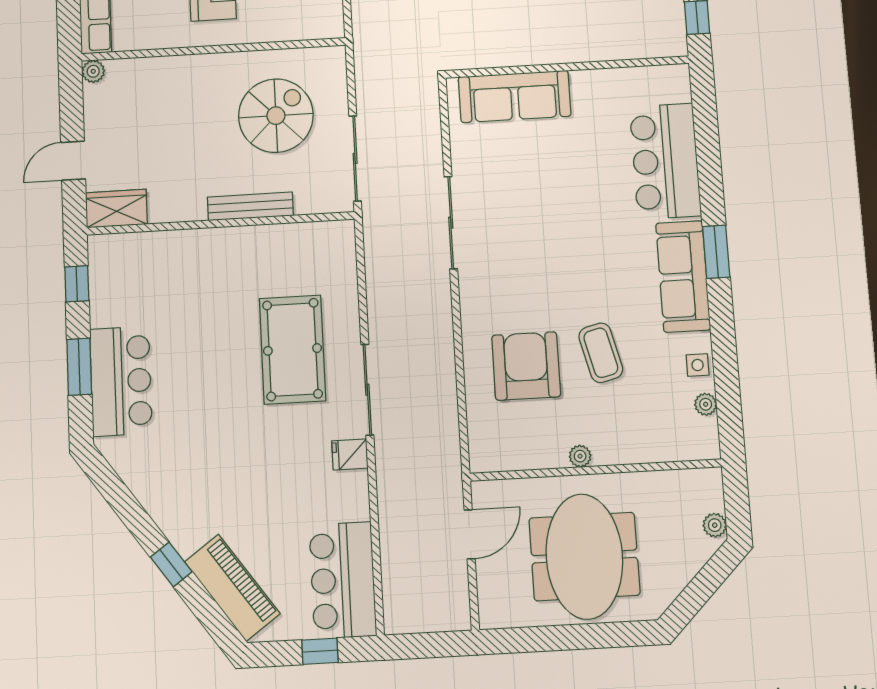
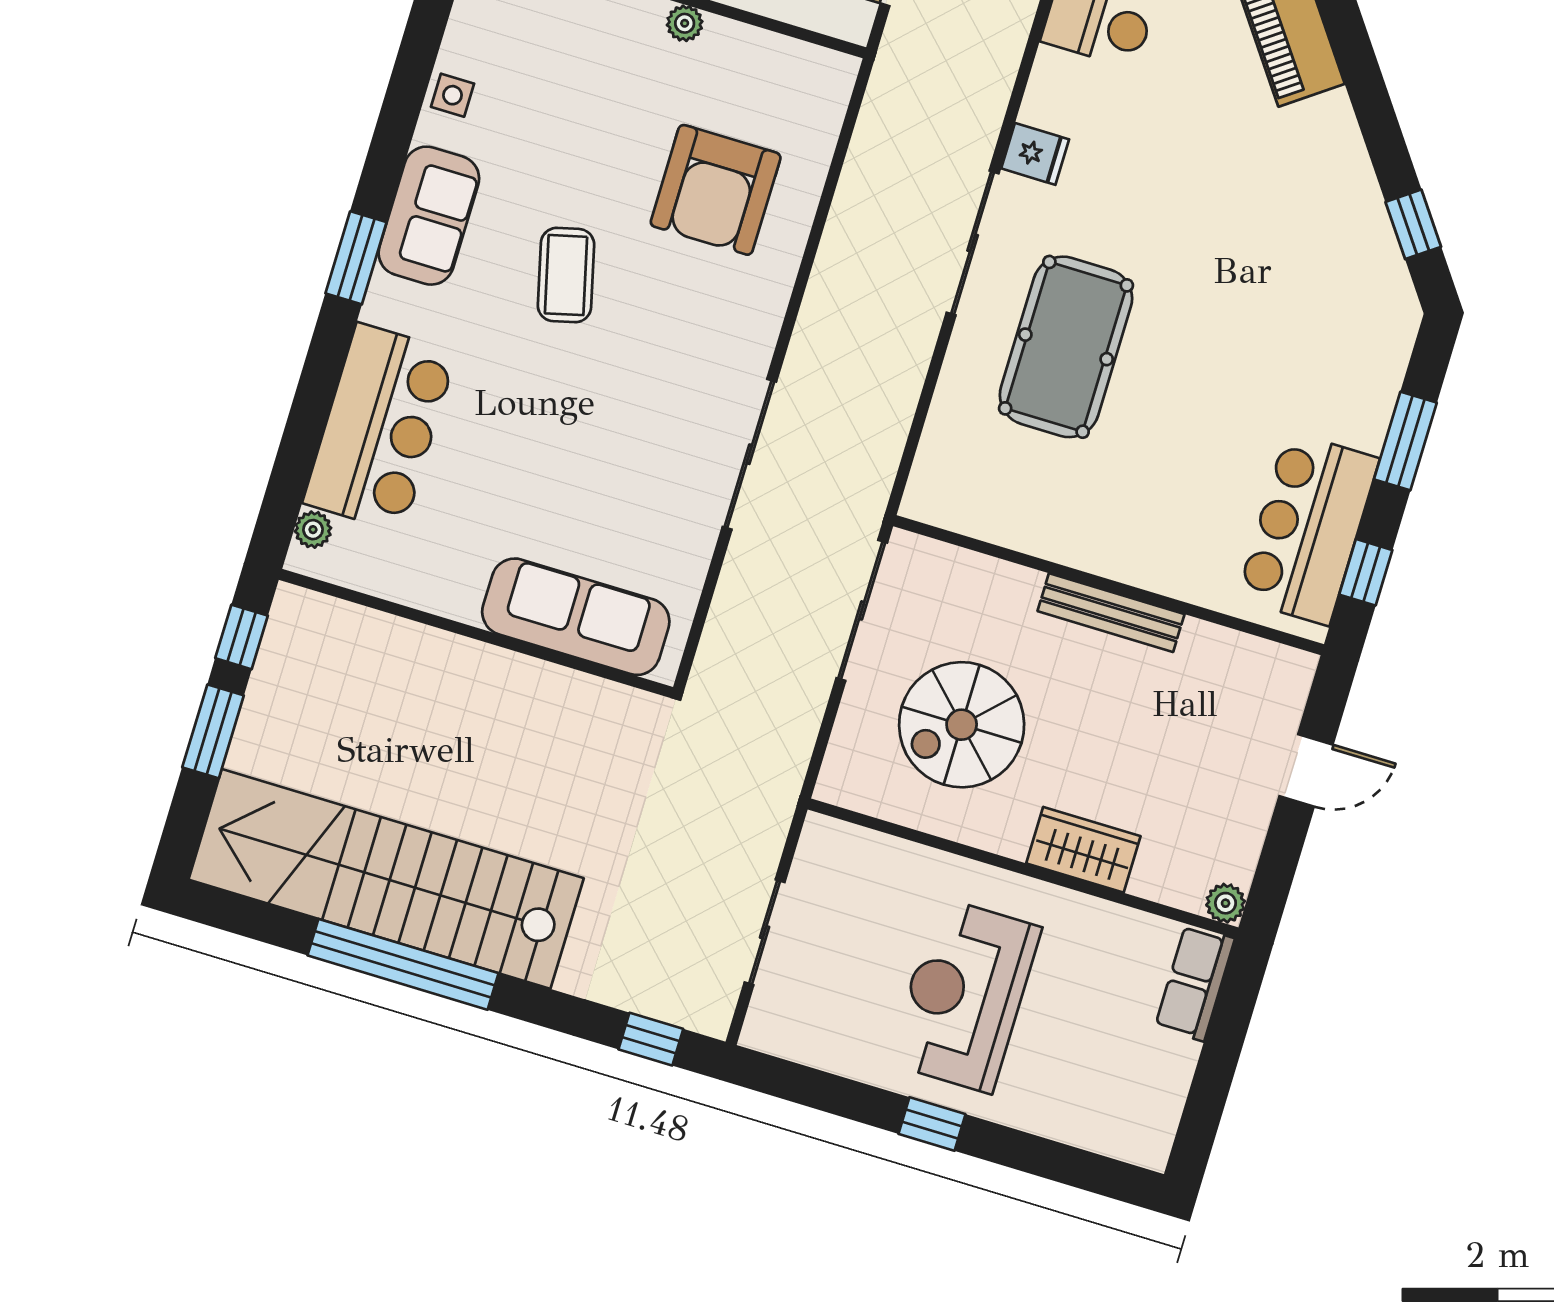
bench: (250, 206) -> (1111, 613), moved
wardrobe: (116, 208) -> (1083, 850), moved, turned 180
sofa: (683, 276) -> (429, 216), width x0.73
coffee table: (601, 353) -> (566, 275), moved
bar counter: (121, 381) -> (1308, 528), moved
plant: (706, 404) -> (313, 530), moved
window: (171, 564) -> (1413, 224), moved

